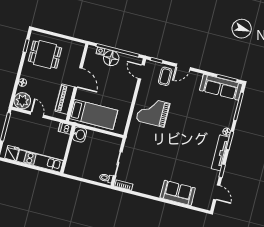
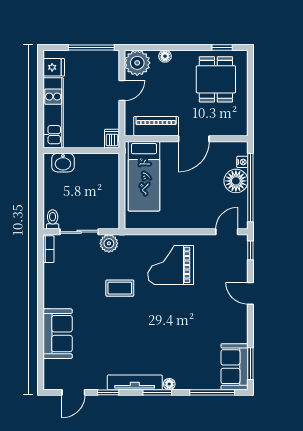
coffee table: (165, 76) -> (120, 288), moved
sofa: (221, 87) -> (234, 367), width x0.73
grand piano: (153, 112) -> (171, 265), turned -90
washbasin: (80, 135) -> (63, 163), moved
plant: (130, 147) -> (109, 243), added

